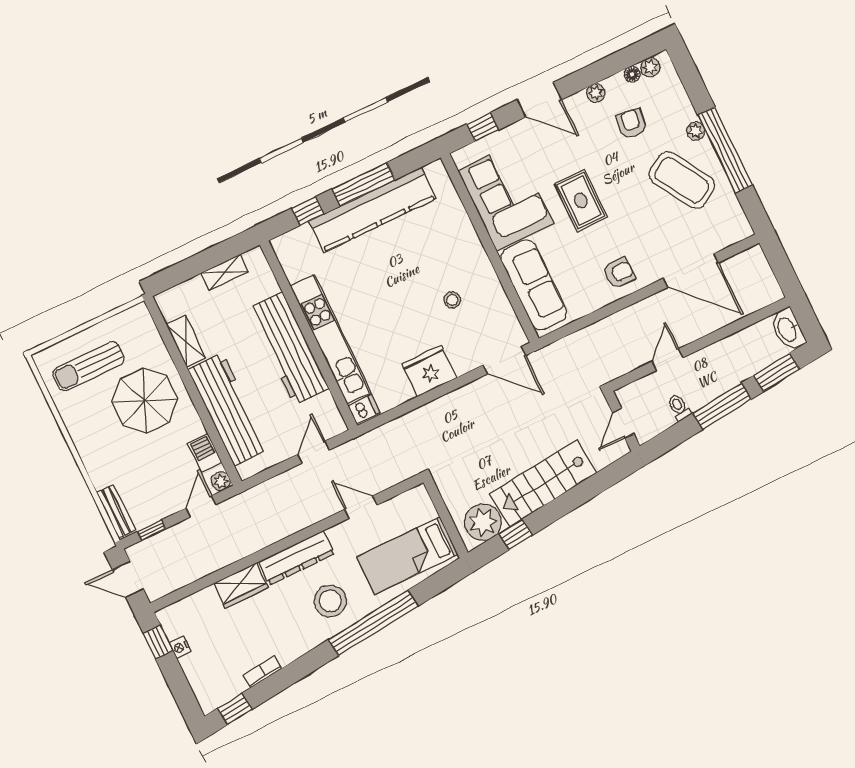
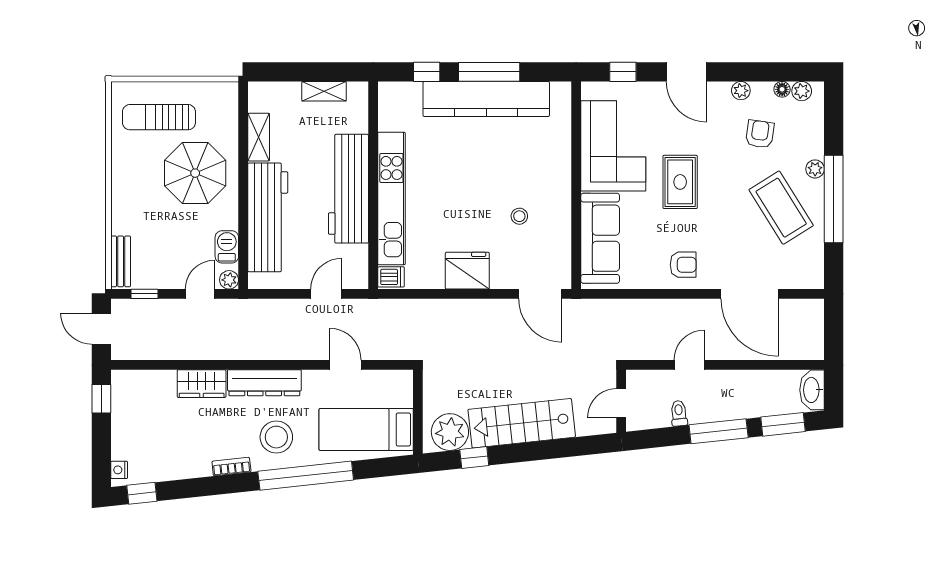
nightstand: (180, 647) -> (119, 470), moved
bookcase: (263, 672) -> (231, 467), moved

